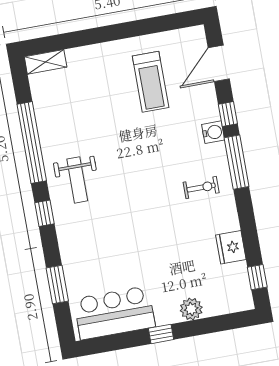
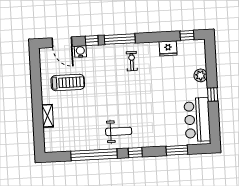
shelving: (46, 62) -> (48, 116), moved
water cooler: (213, 132) -> (80, 51), moved

